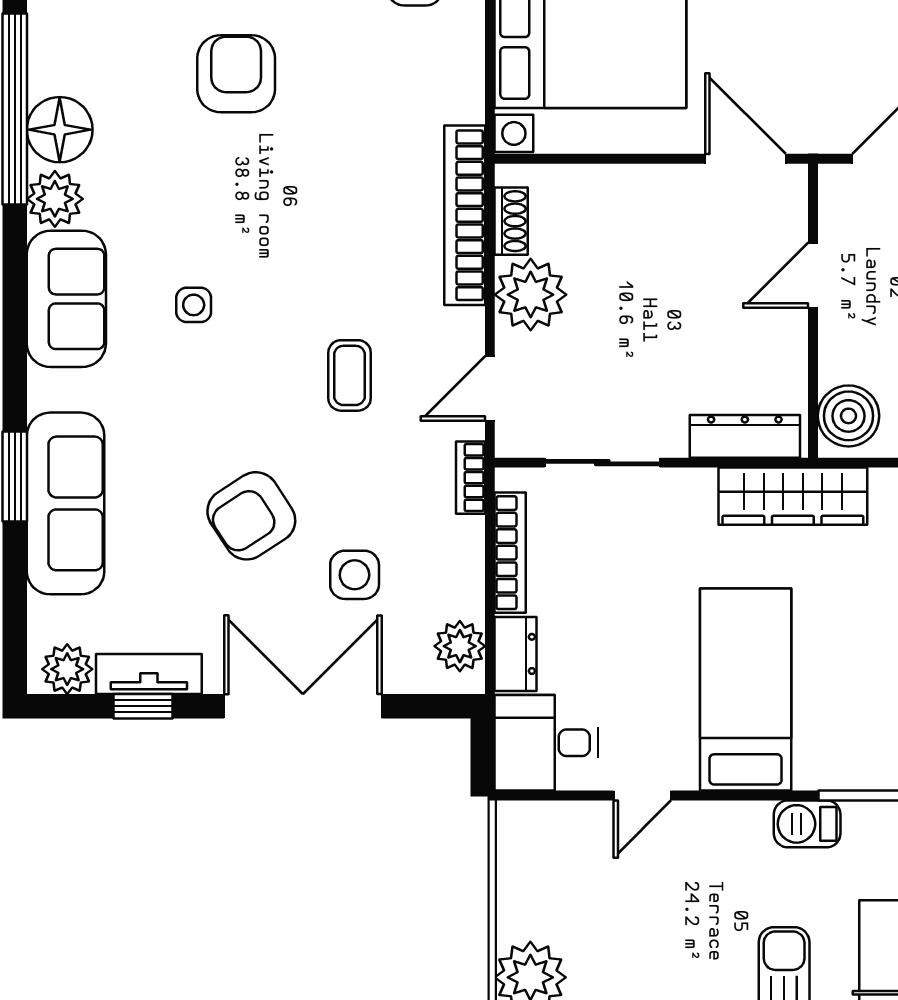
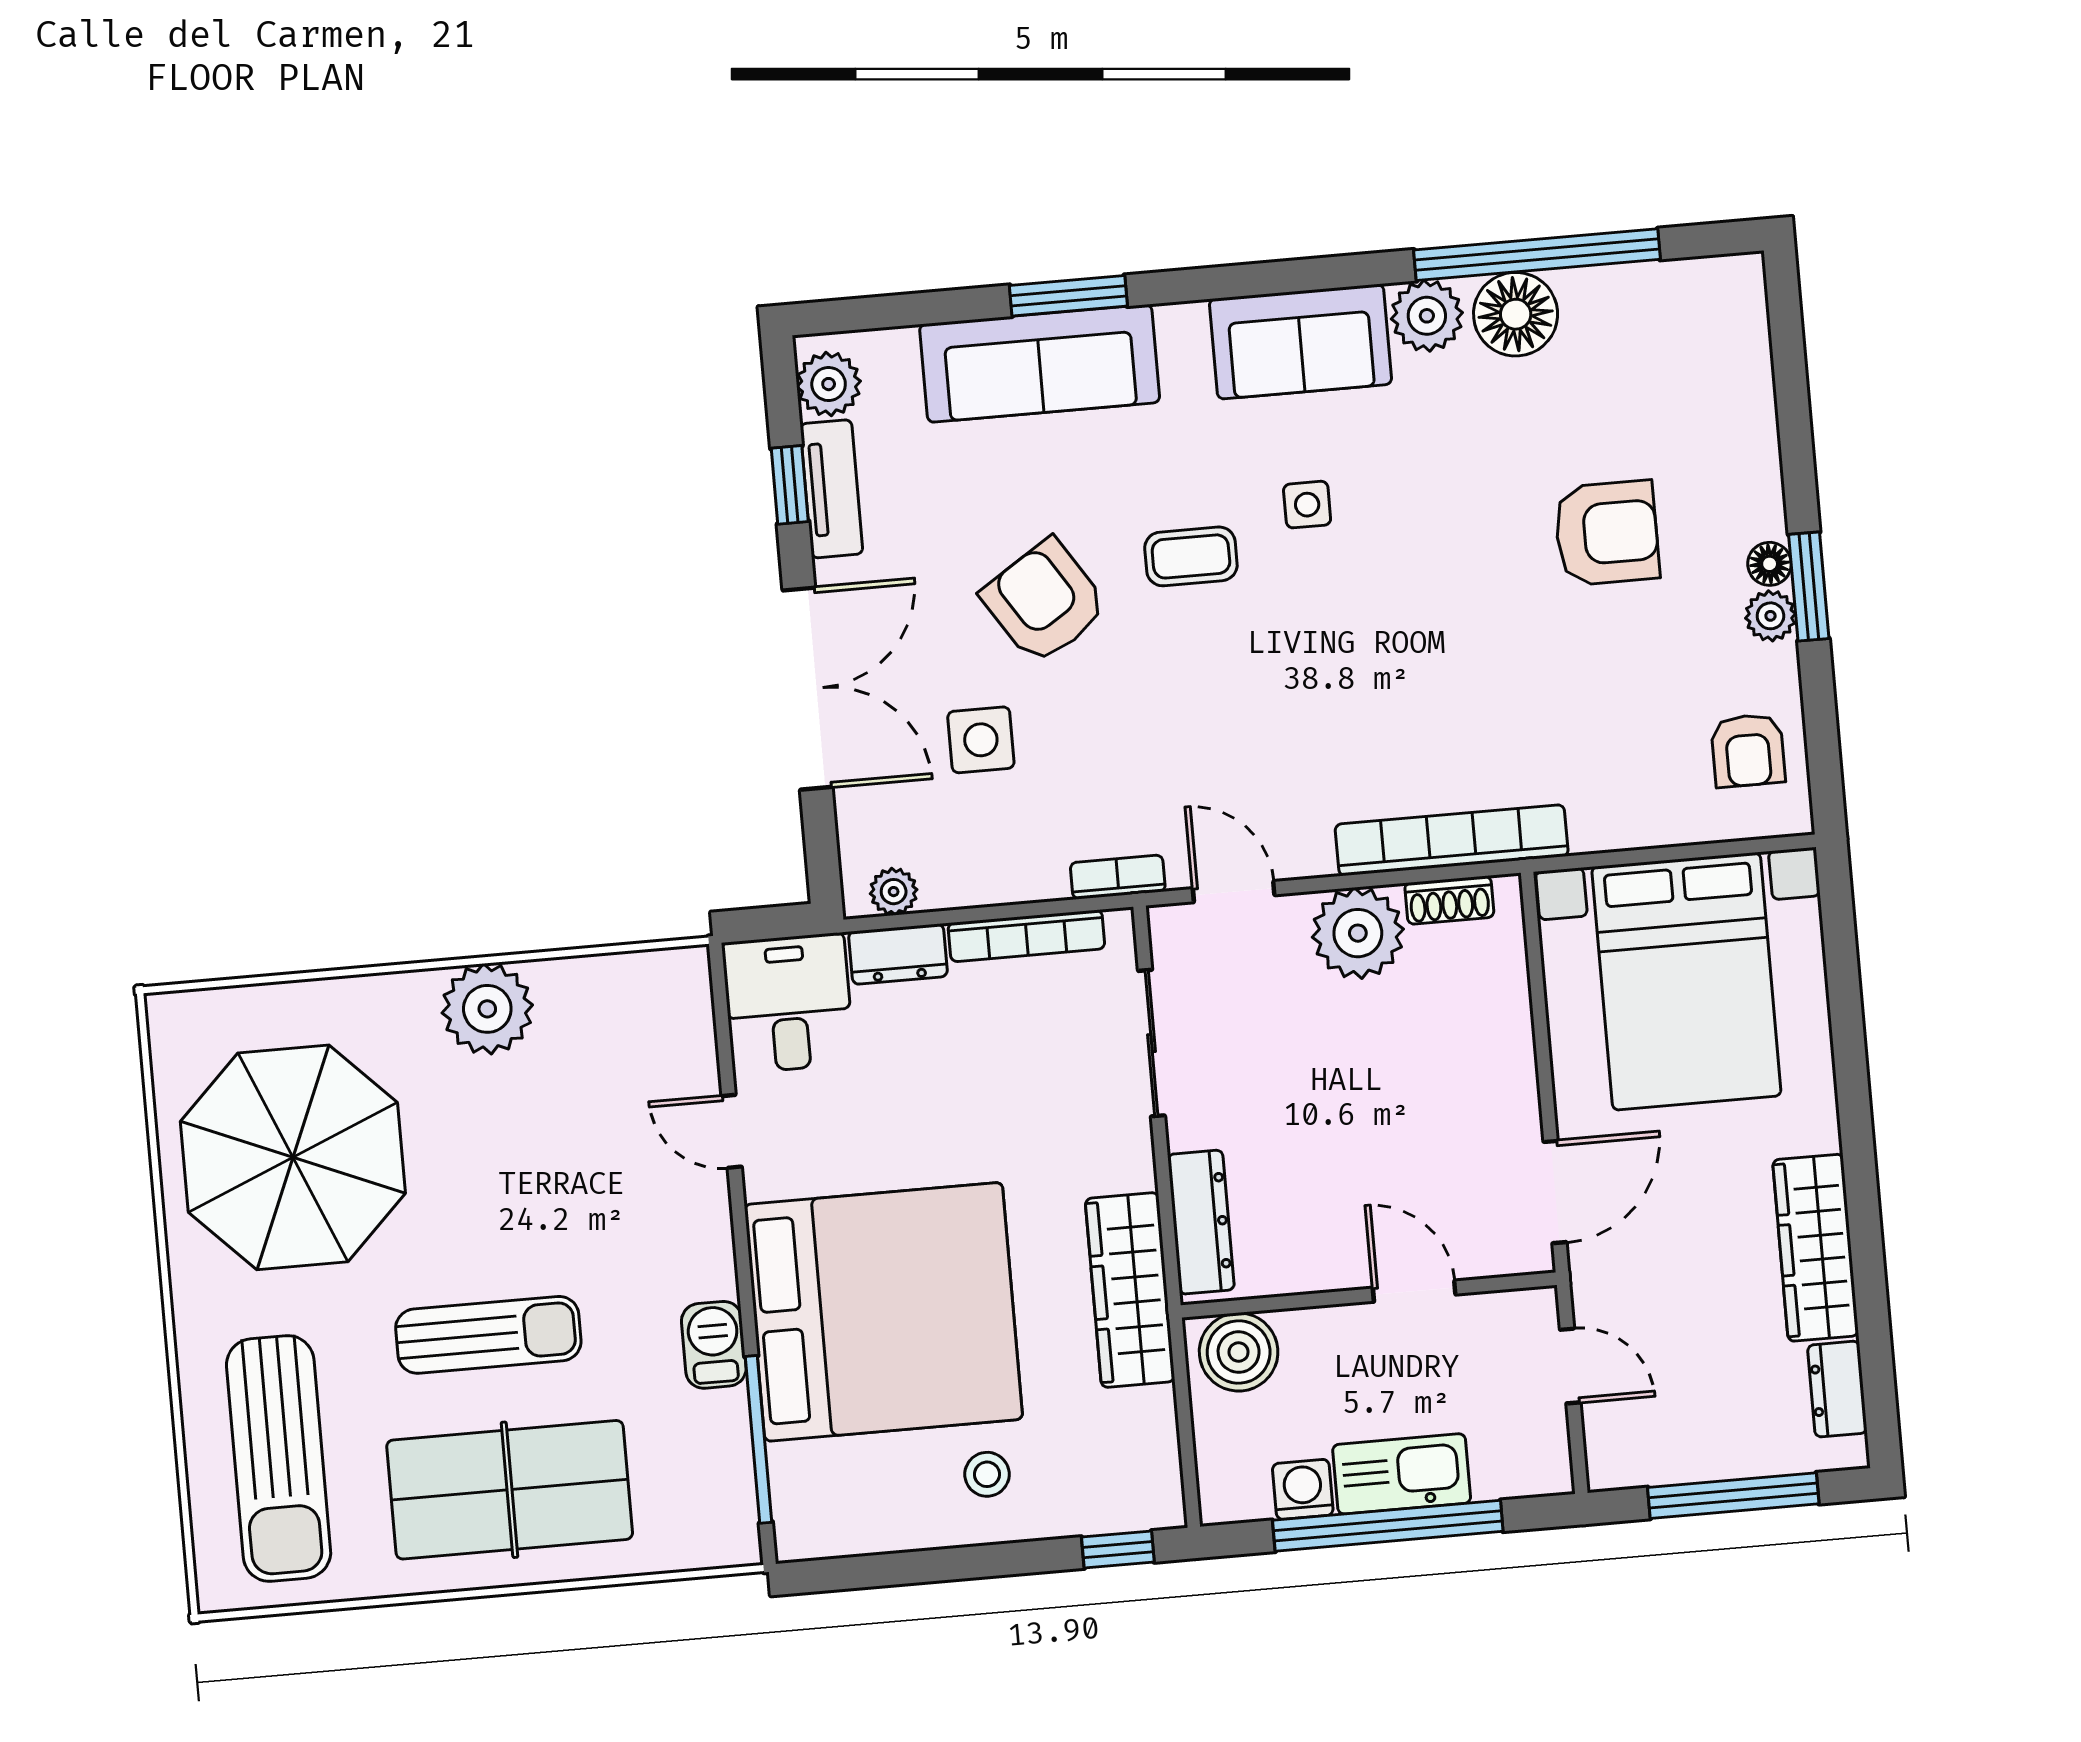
coffee table: (350, 375) -> (1191, 556), moved
plant: (460, 646) -> (894, 892), width x0.73, depth x0.73
bed: (746, 690) -> (884, 1312), width x2.04

